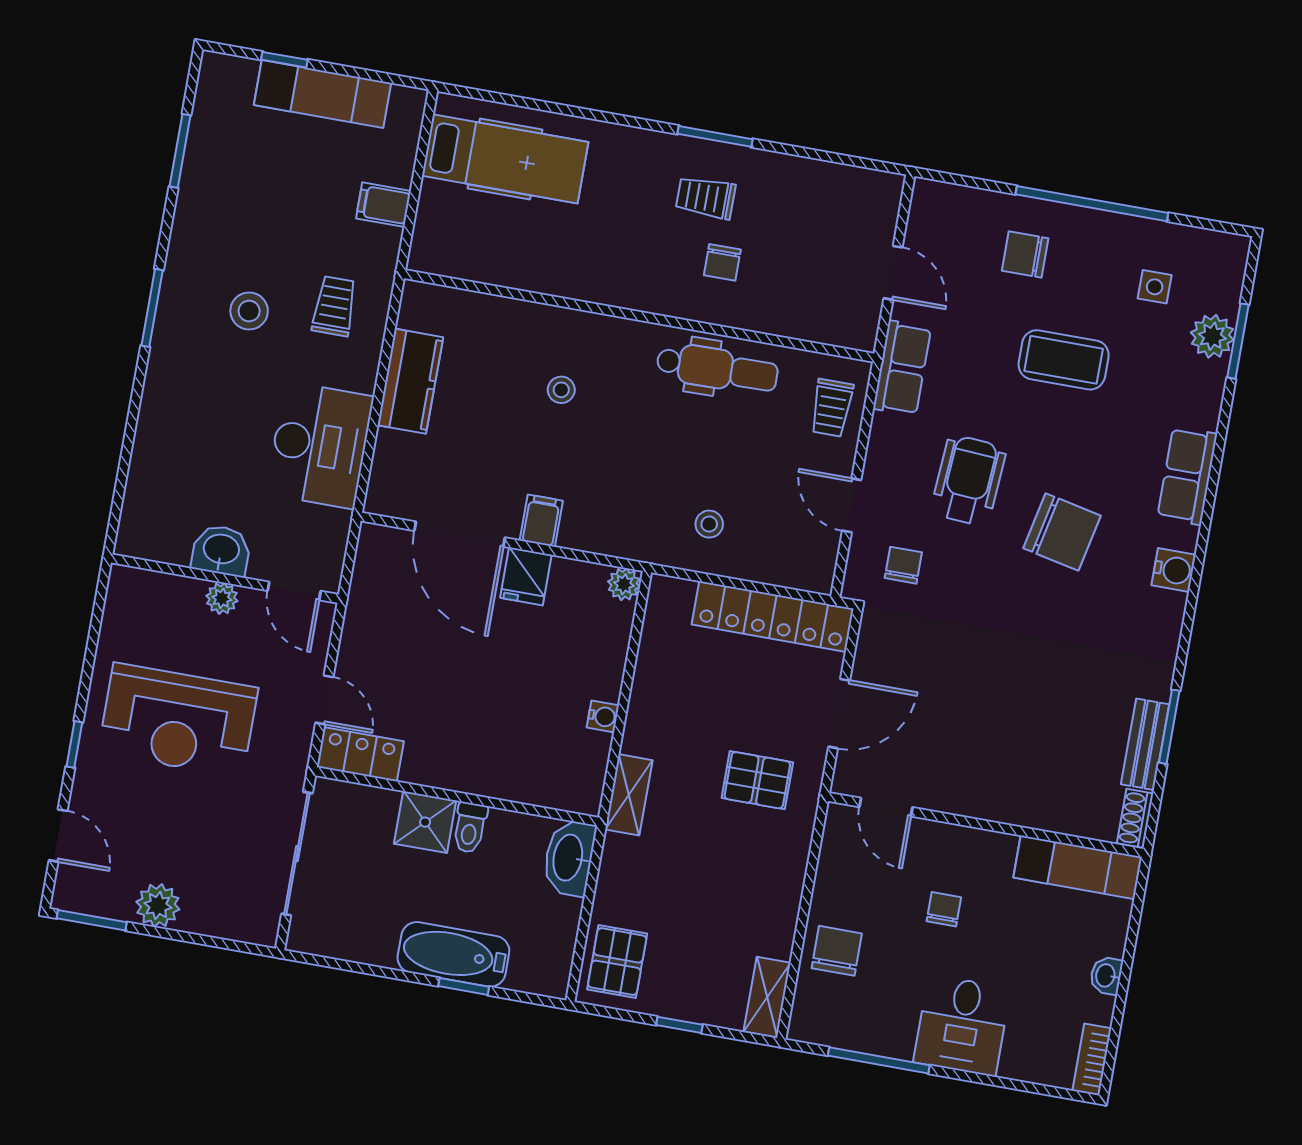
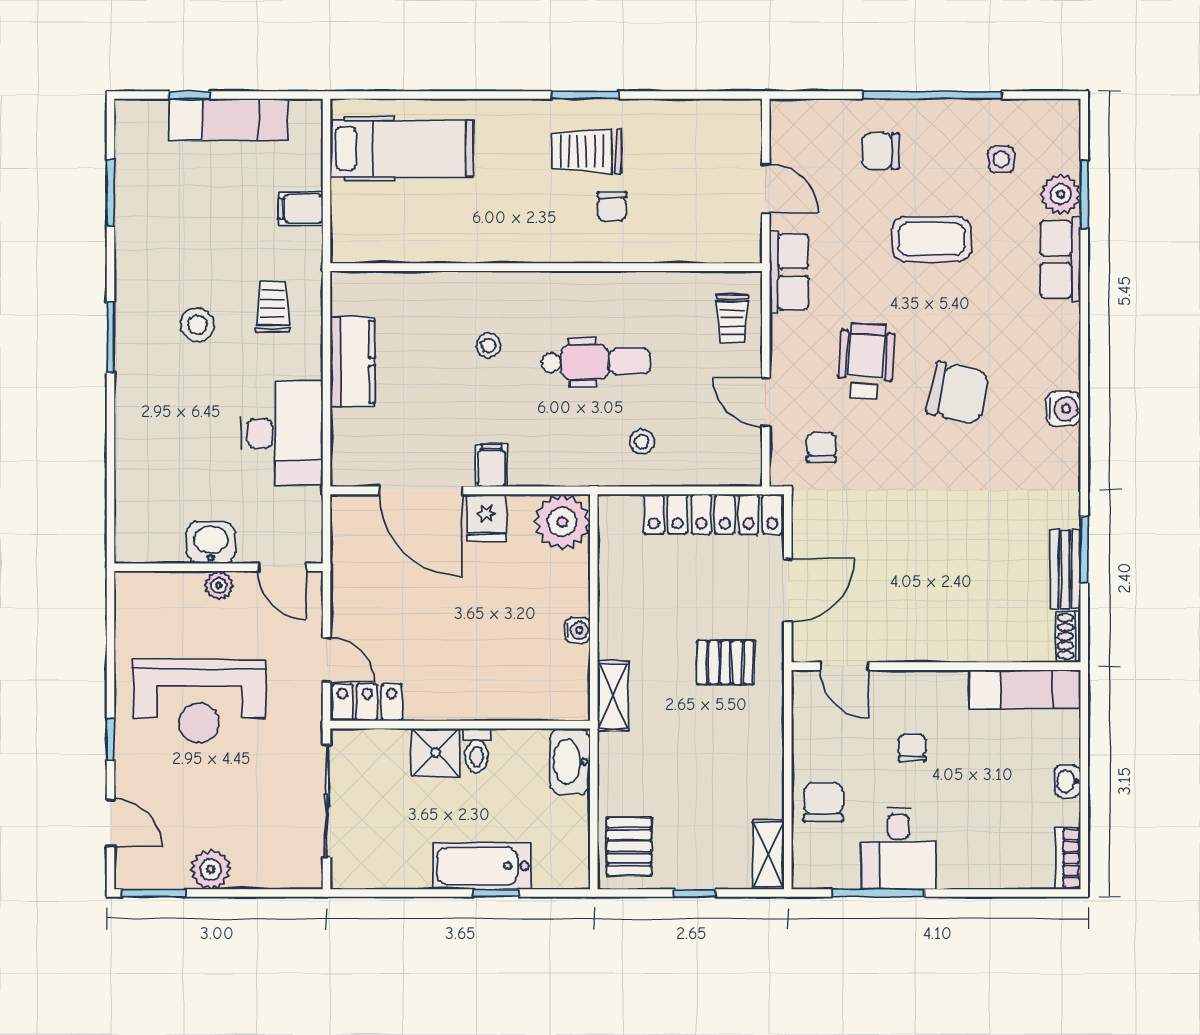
trolley: (706, 198) -> (587, 151), width x1.36, depth x1.39
dental chair: (717, 369) -> (596, 362), moved
row of seats: (1187, 476) -> (1060, 259), moved
plant: (624, 584) -> (562, 522), width x1.88, depth x1.88
desk: (962, 1025) -> (899, 849), moved

